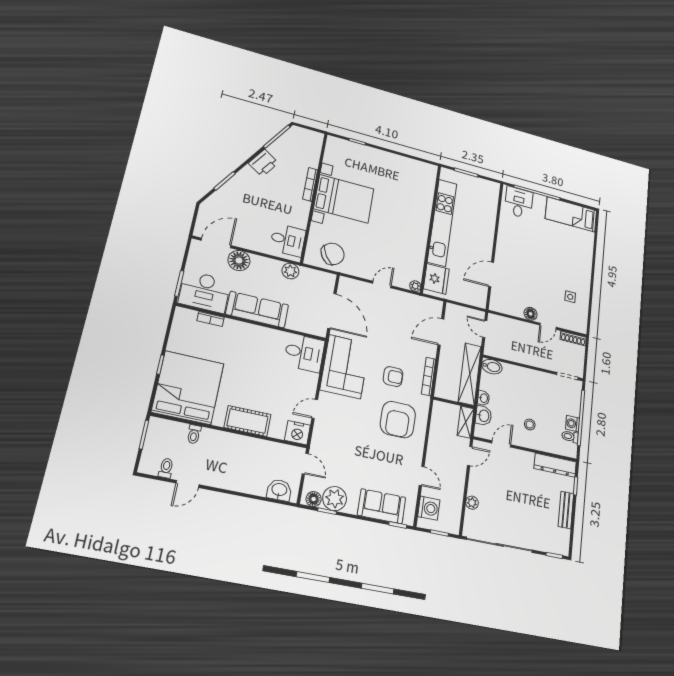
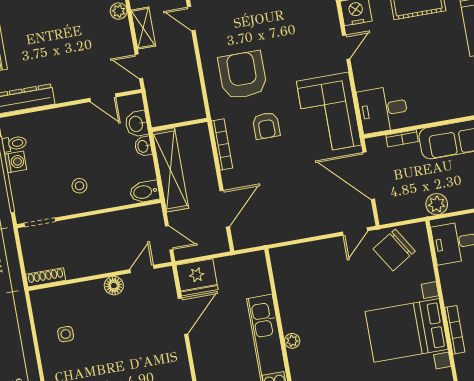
fridge: (436, 279) -> (197, 277), moved, turned -90
door: (382, 285) -> (355, 231), moved
plant: (415, 286) -> (292, 341), moved
door: (548, 326) -> (142, 269), moved
bookcase: (298, 327) -> (402, 138), added
armchair: (393, 376) -> (266, 126), turned -90
shelving: (466, 422) -> (143, 28), moved
stool: (530, 424) -> (79, 186), moved
door: (501, 444) -> (103, 98), hinge flipped
door: (470, 456) -> (139, 66), hinge flipped

